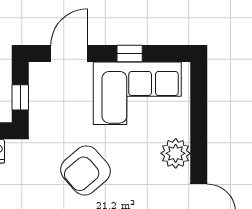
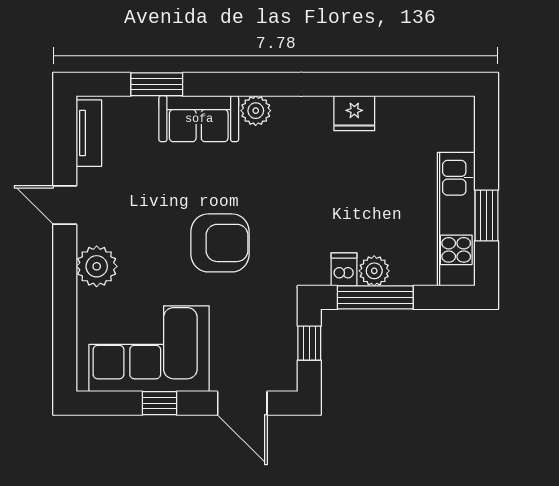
door: (69, 54) -> (242, 403), hinge flipped
armchair: (85, 170) -> (220, 243), turned 41

